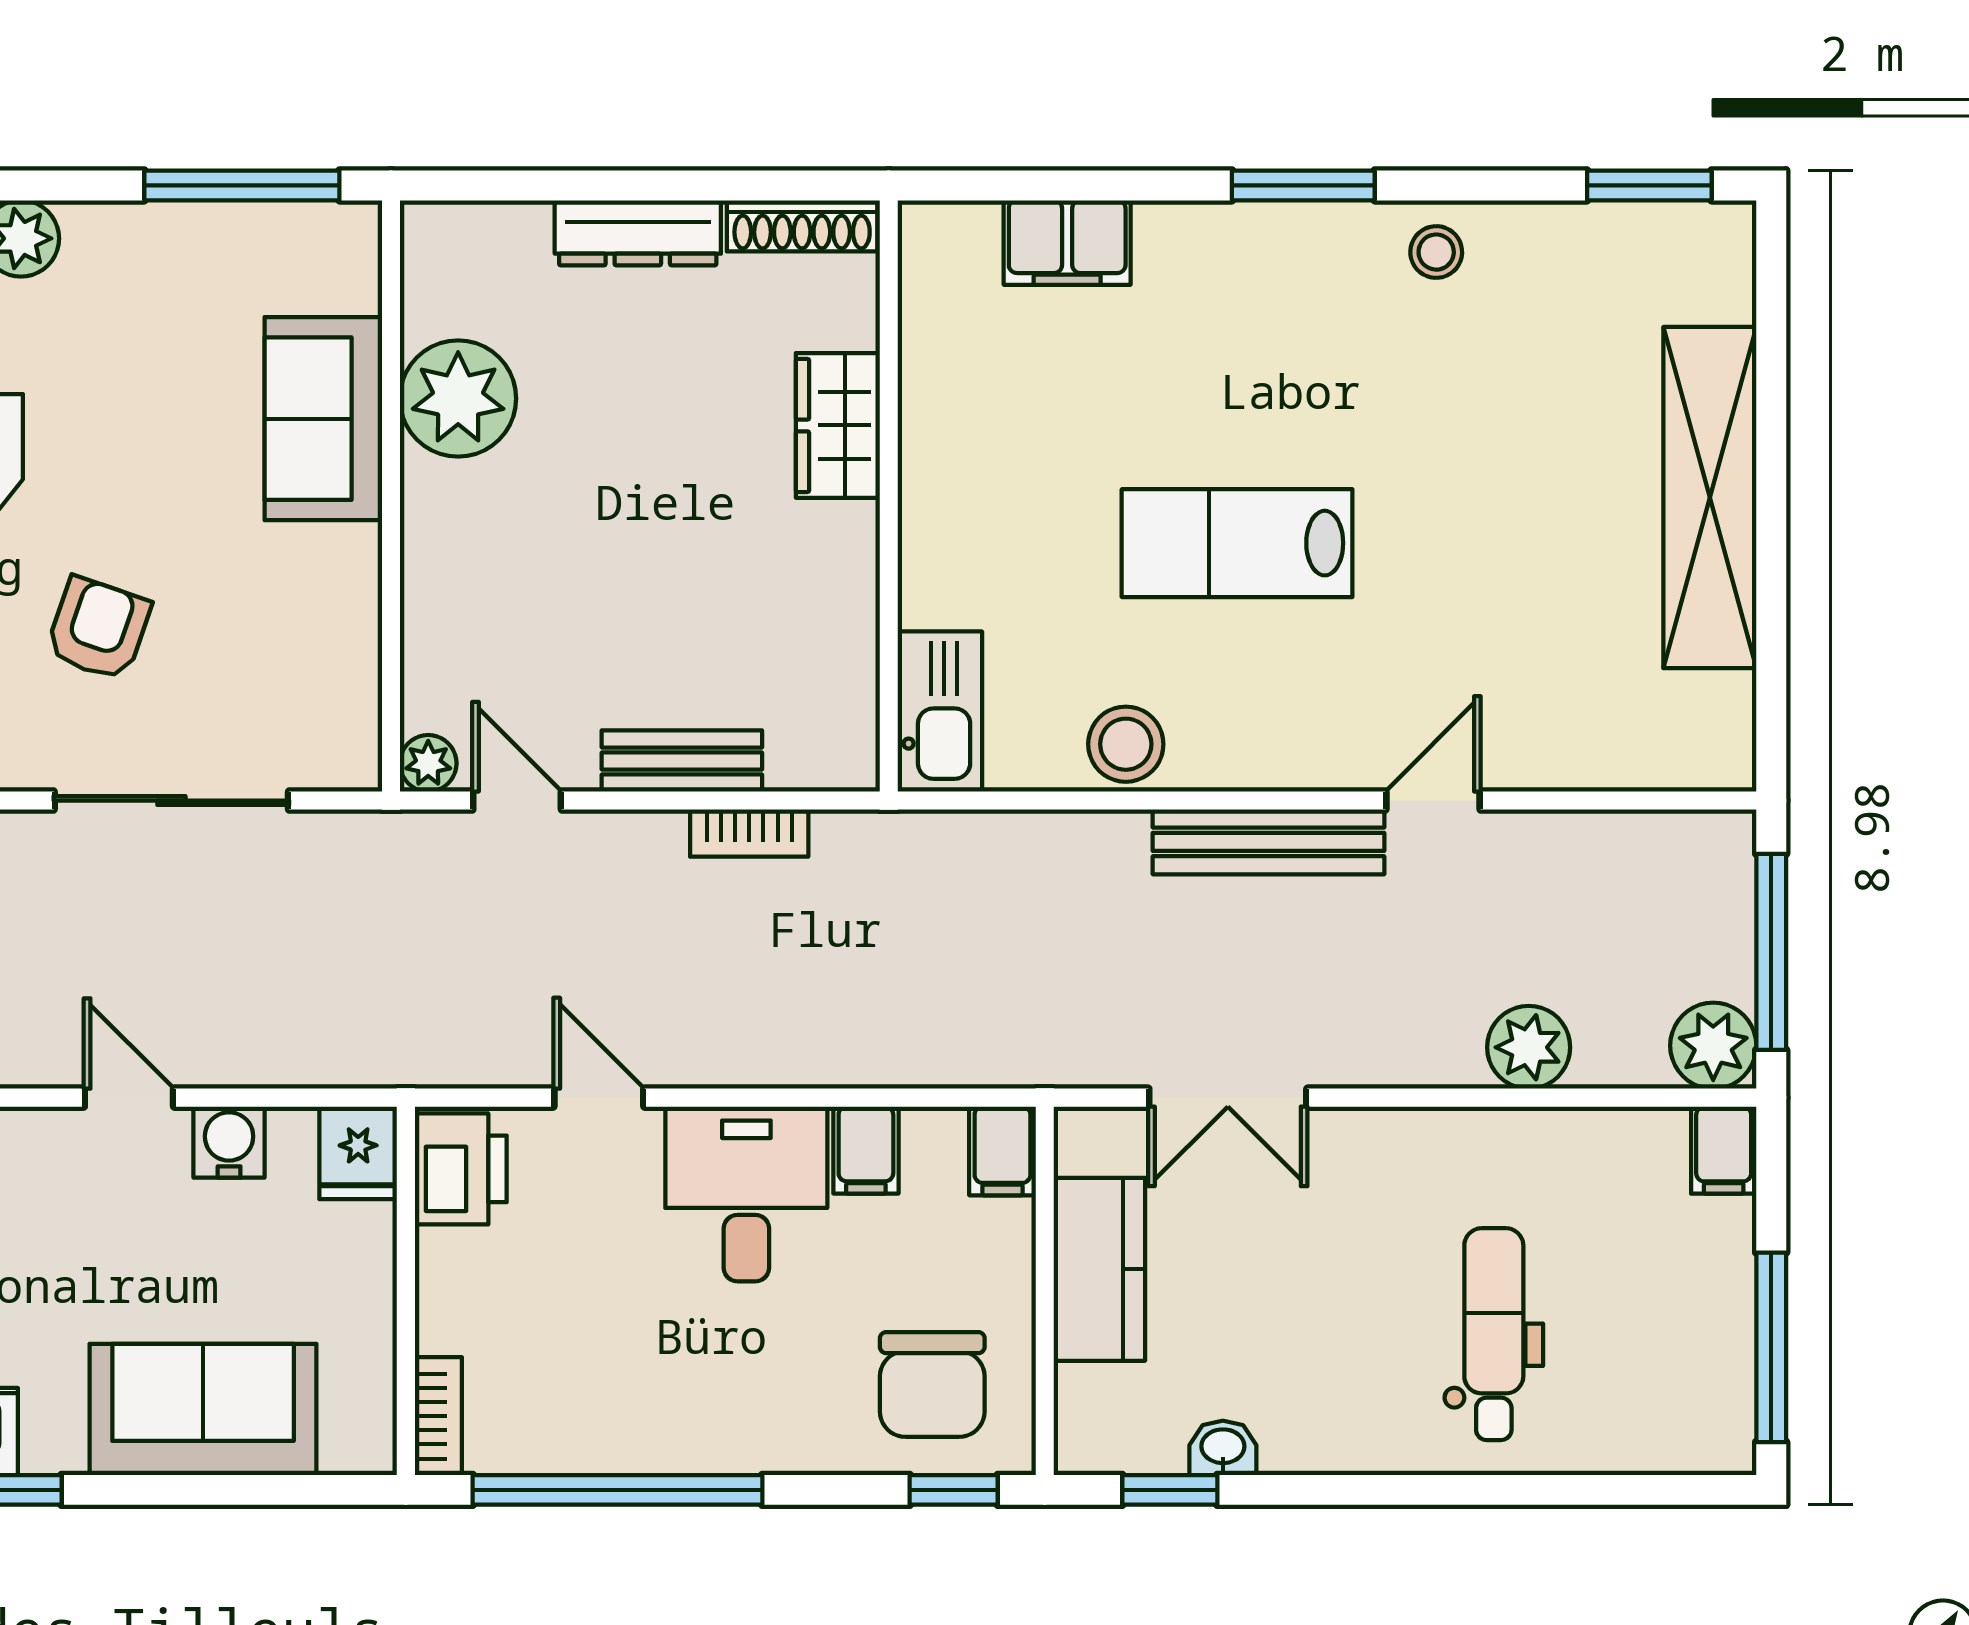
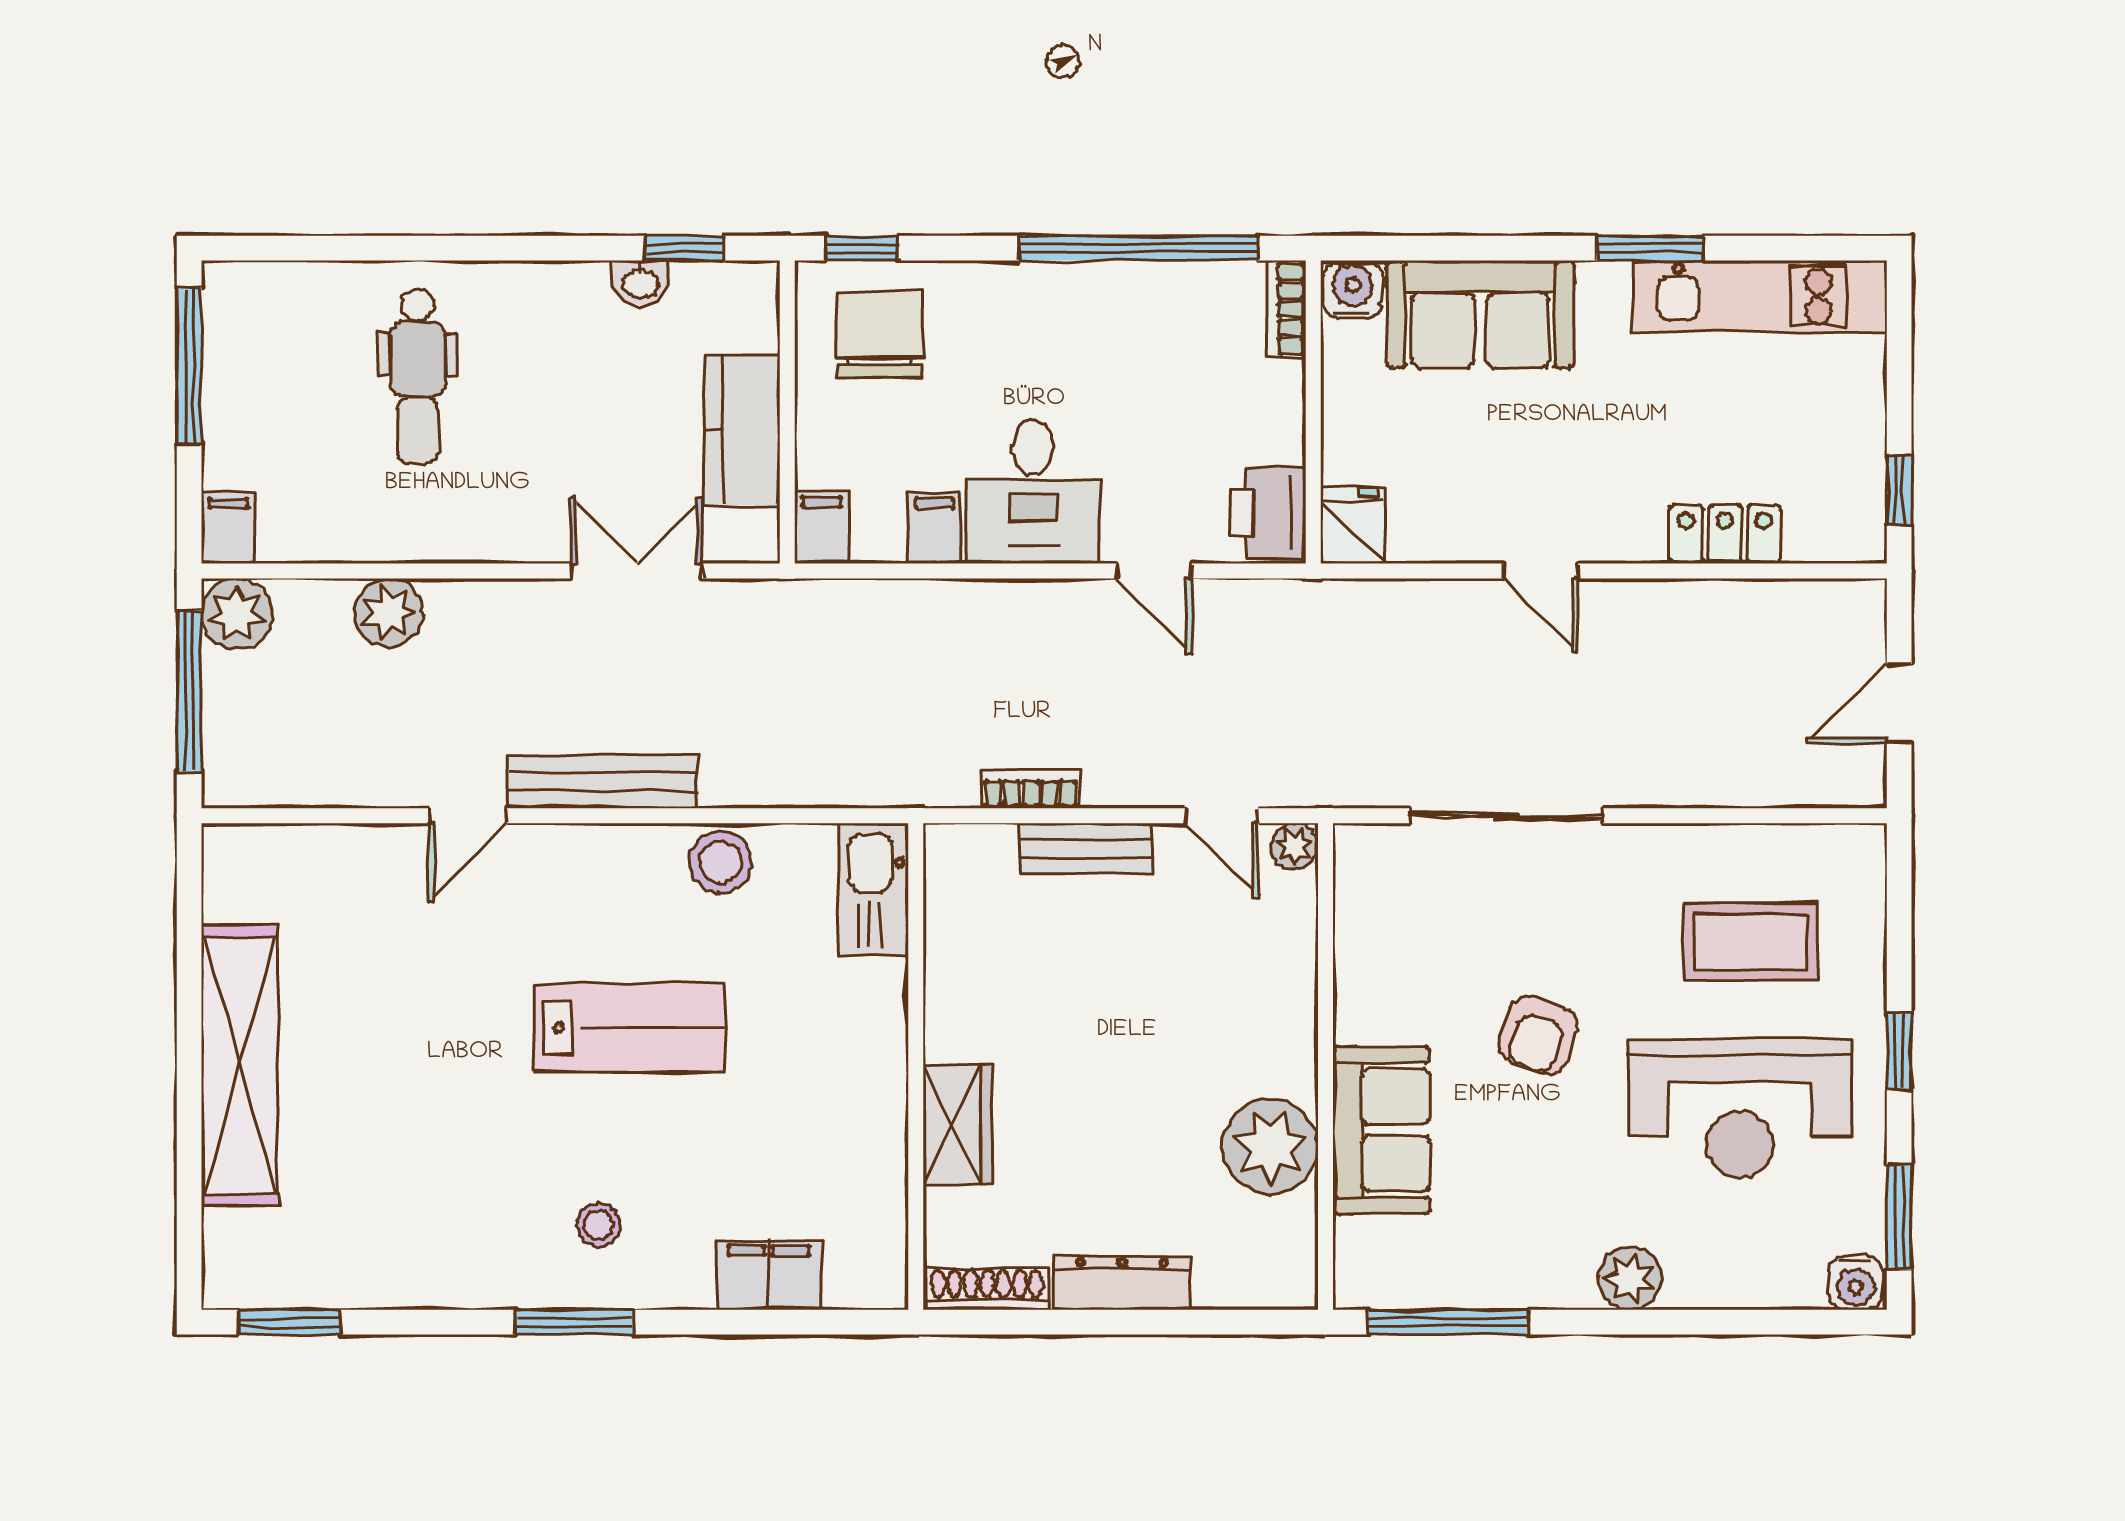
stool: (1436, 252) -> (598, 1225), moved
armchair: (98, 629) -> (1538, 1035), moved
water cooler: (229, 1142) -> (1353, 290), moved, turned 180

